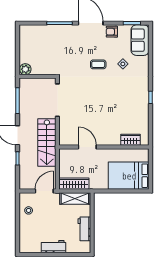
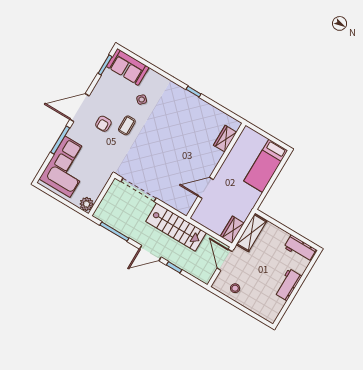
armchair: (112, 32) -> (103, 124), moved
corner sofa: (44, 40) -> (67, 167), added
bed: (129, 176) -> (266, 166), width x0.67
wardrobe: (74, 184) -> (232, 230), width x0.67
workbench: (84, 229) -> (300, 248), moved

